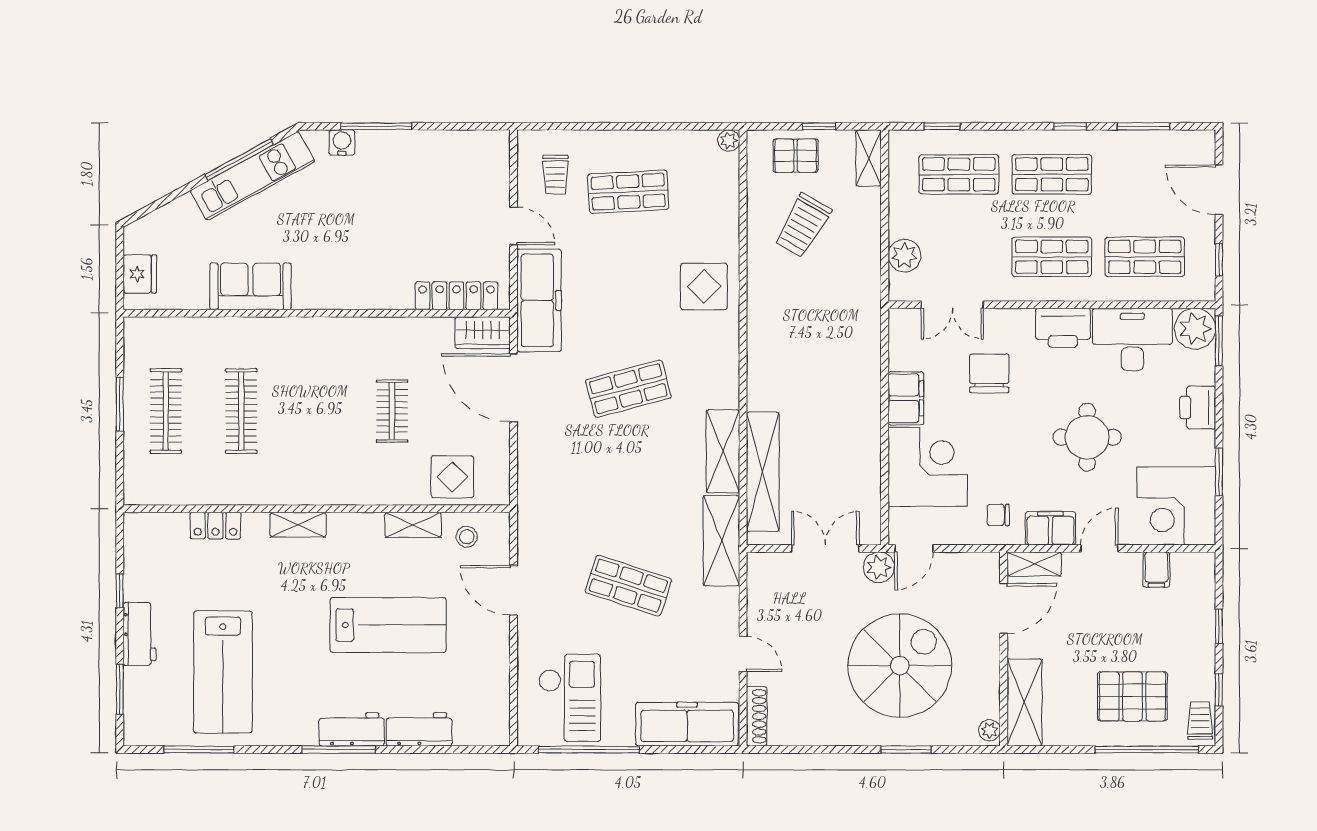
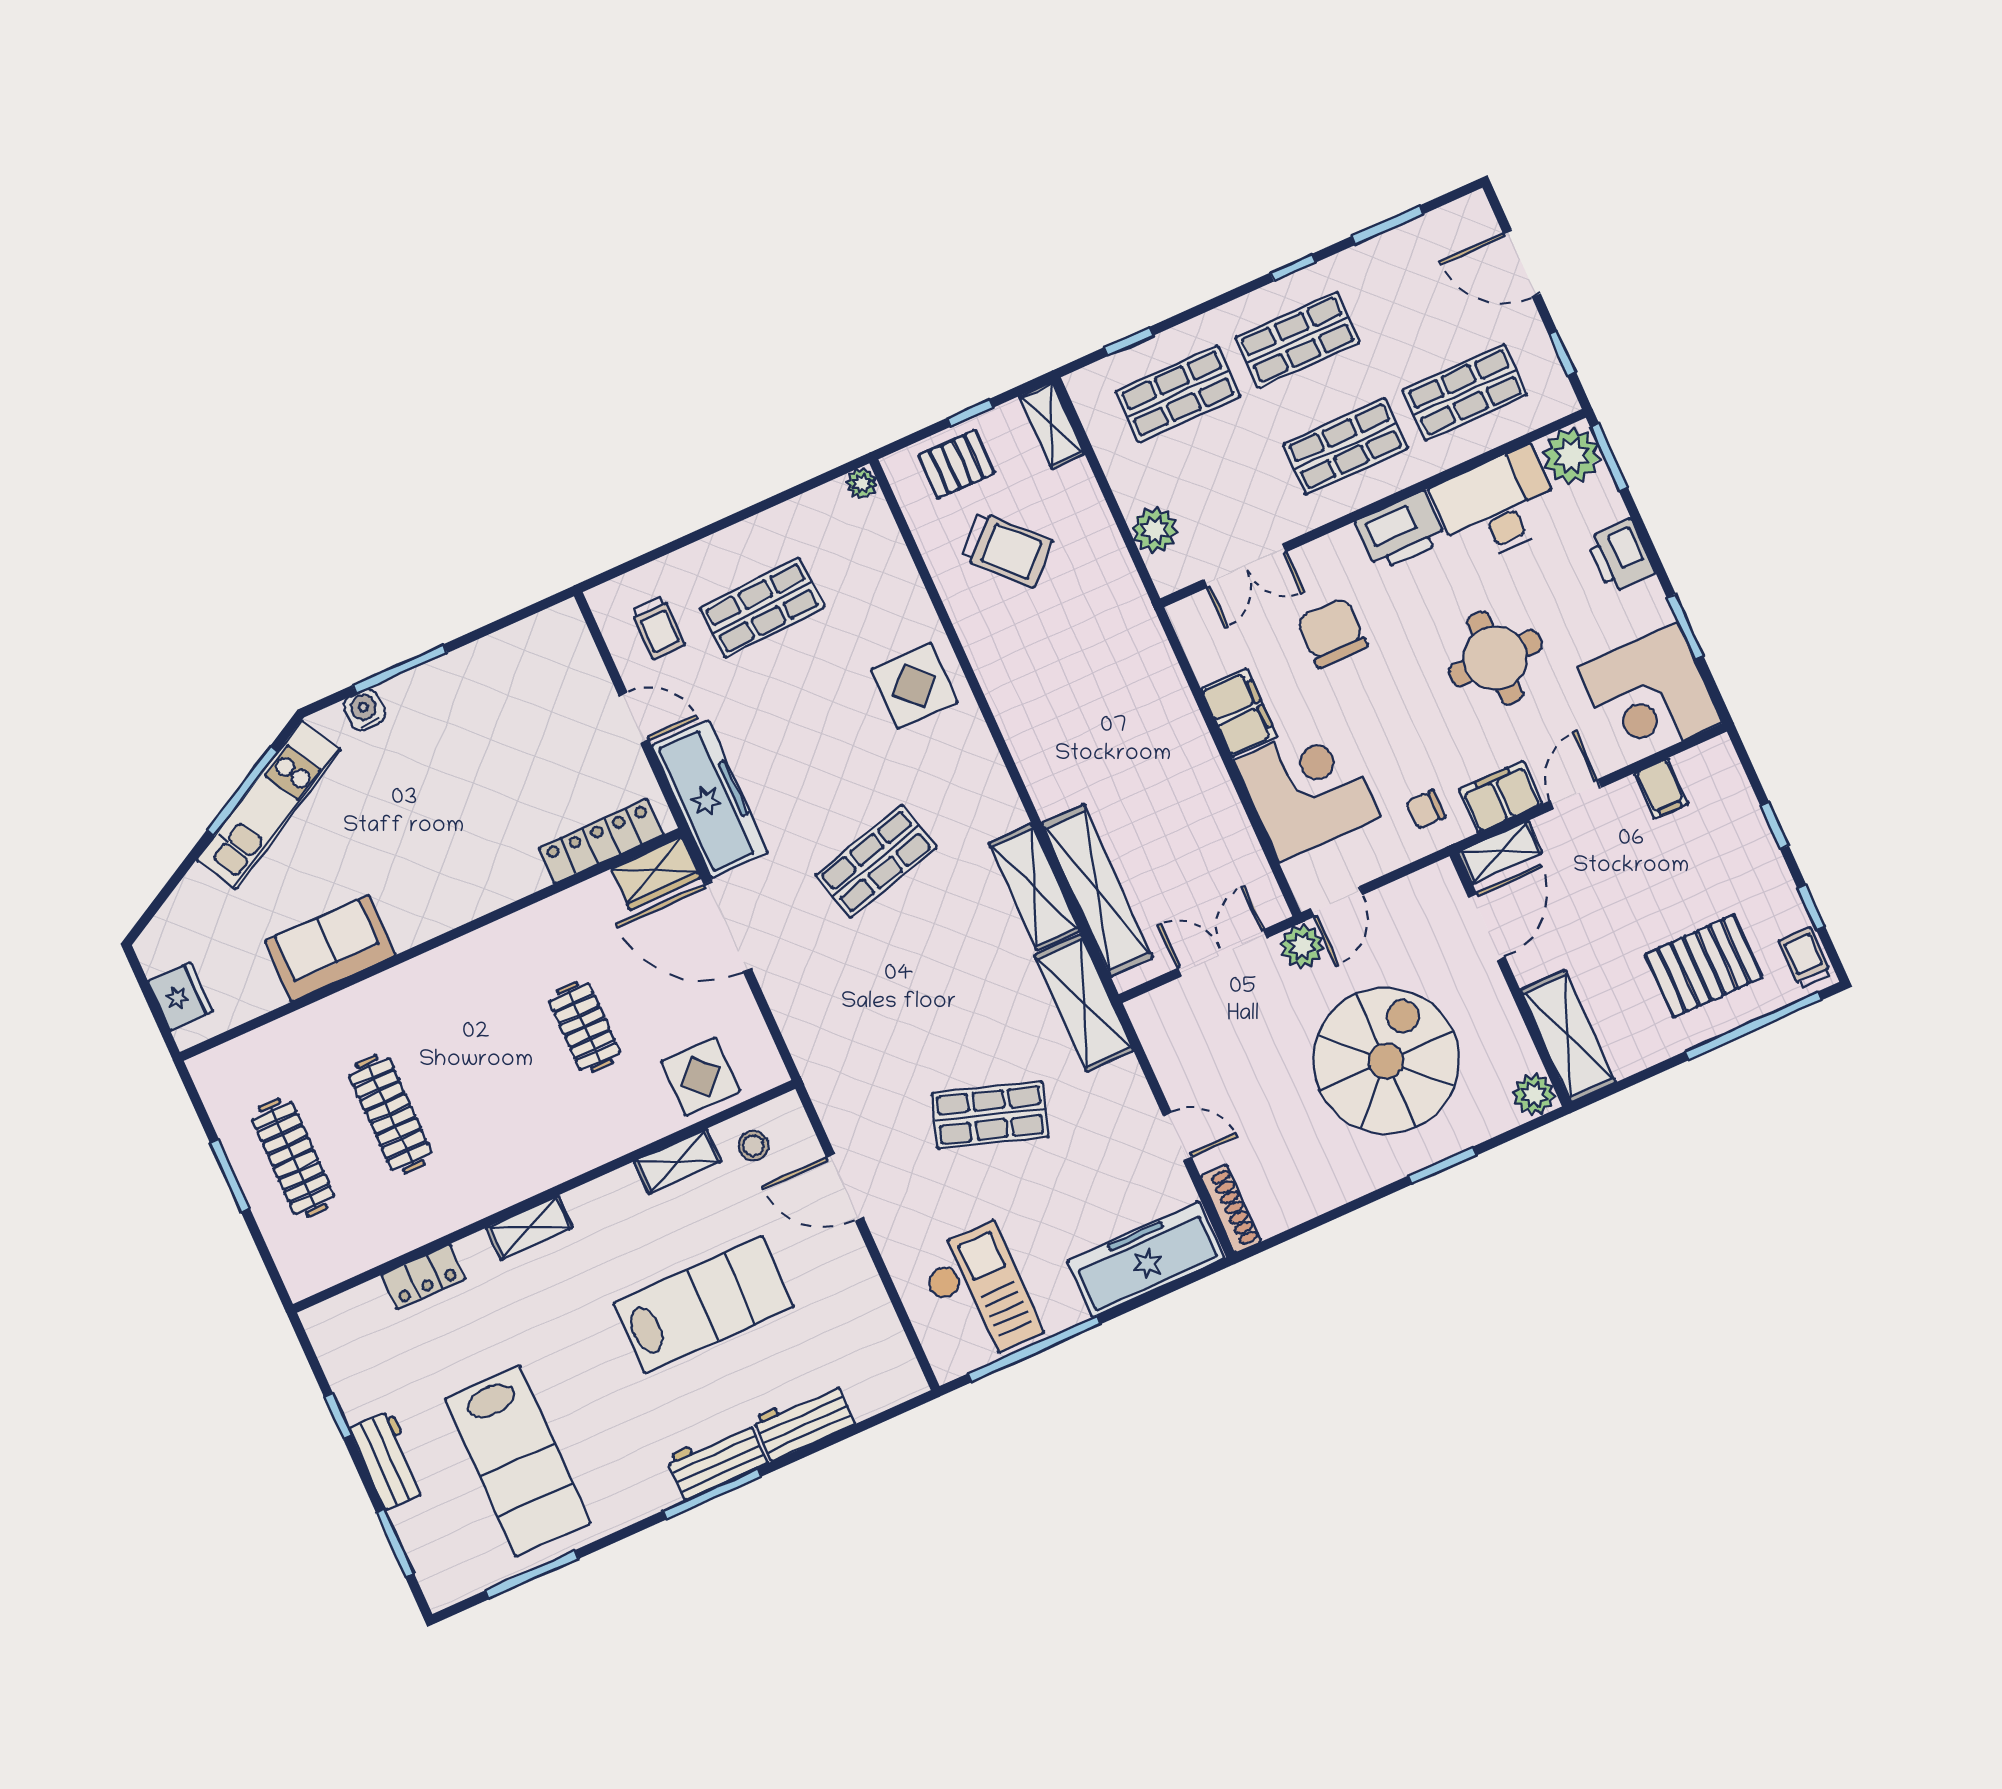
trolley: (803, 225) -> (1006, 550), turned -74
plant: (989, 730) -> (1534, 1094), width x1.38, depth x1.38

